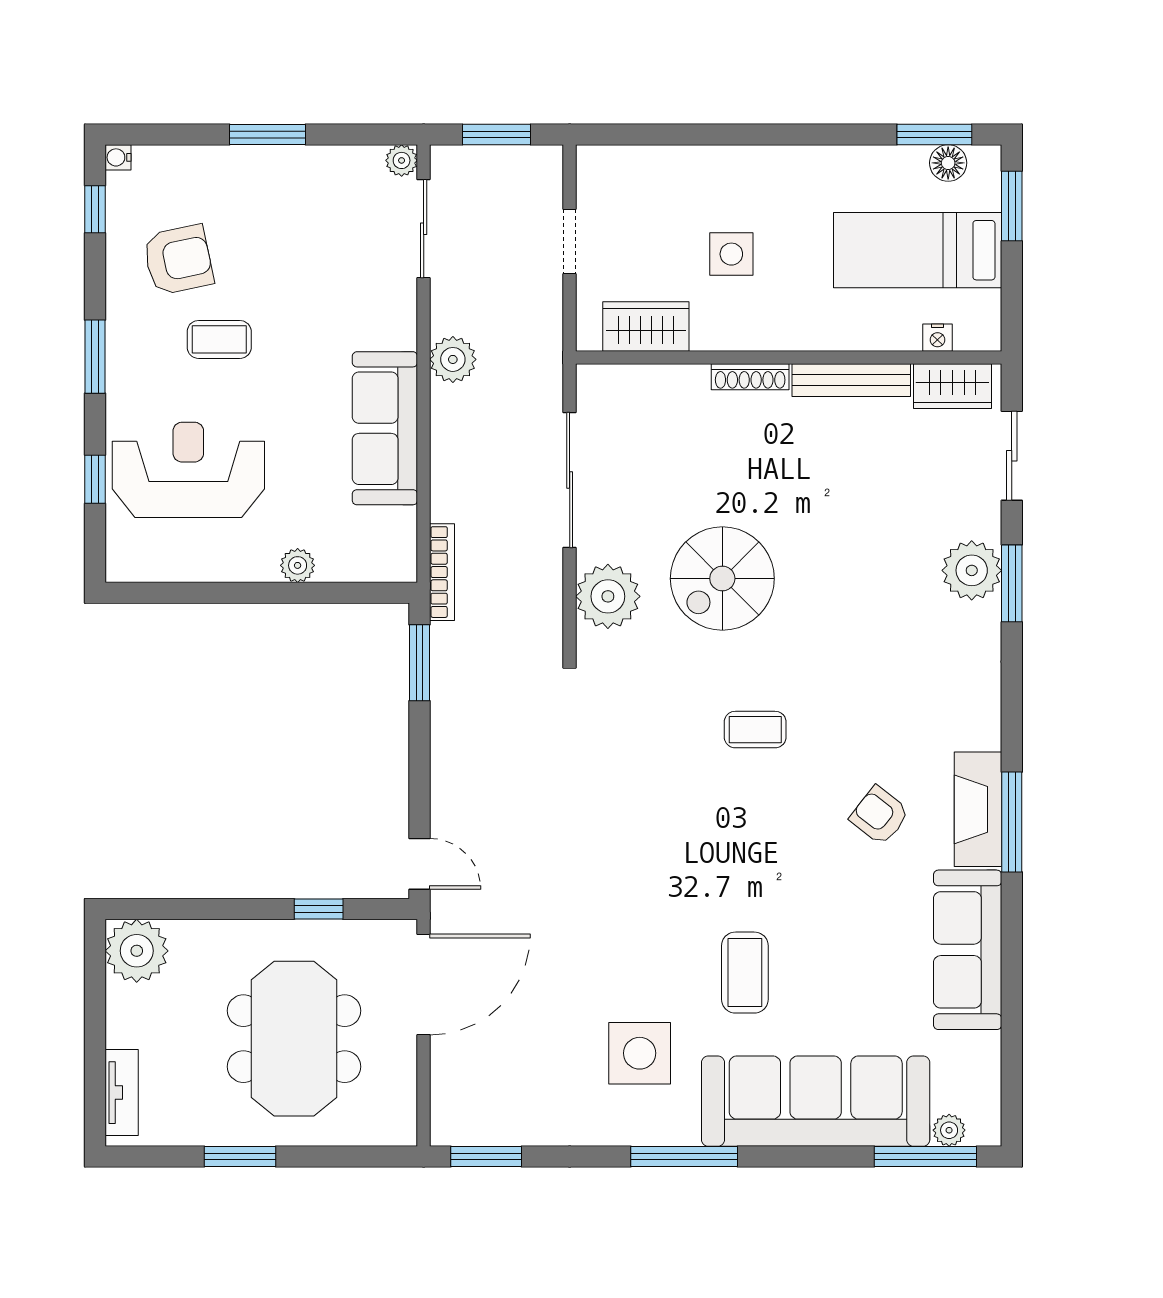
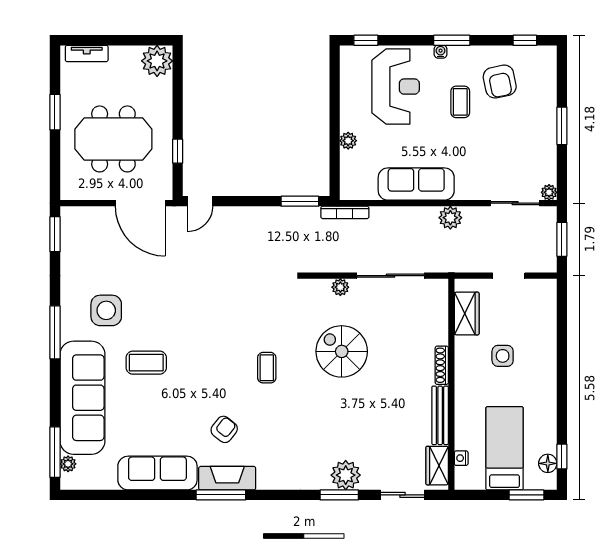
window: (934, 134) -> (562, 457), width x0.67
water cooler: (118, 157) -> (441, 52), moved
window: (95, 479) -> (366, 40), moved
plant: (608, 596) -> (340, 287), width x0.53, depth x0.53

